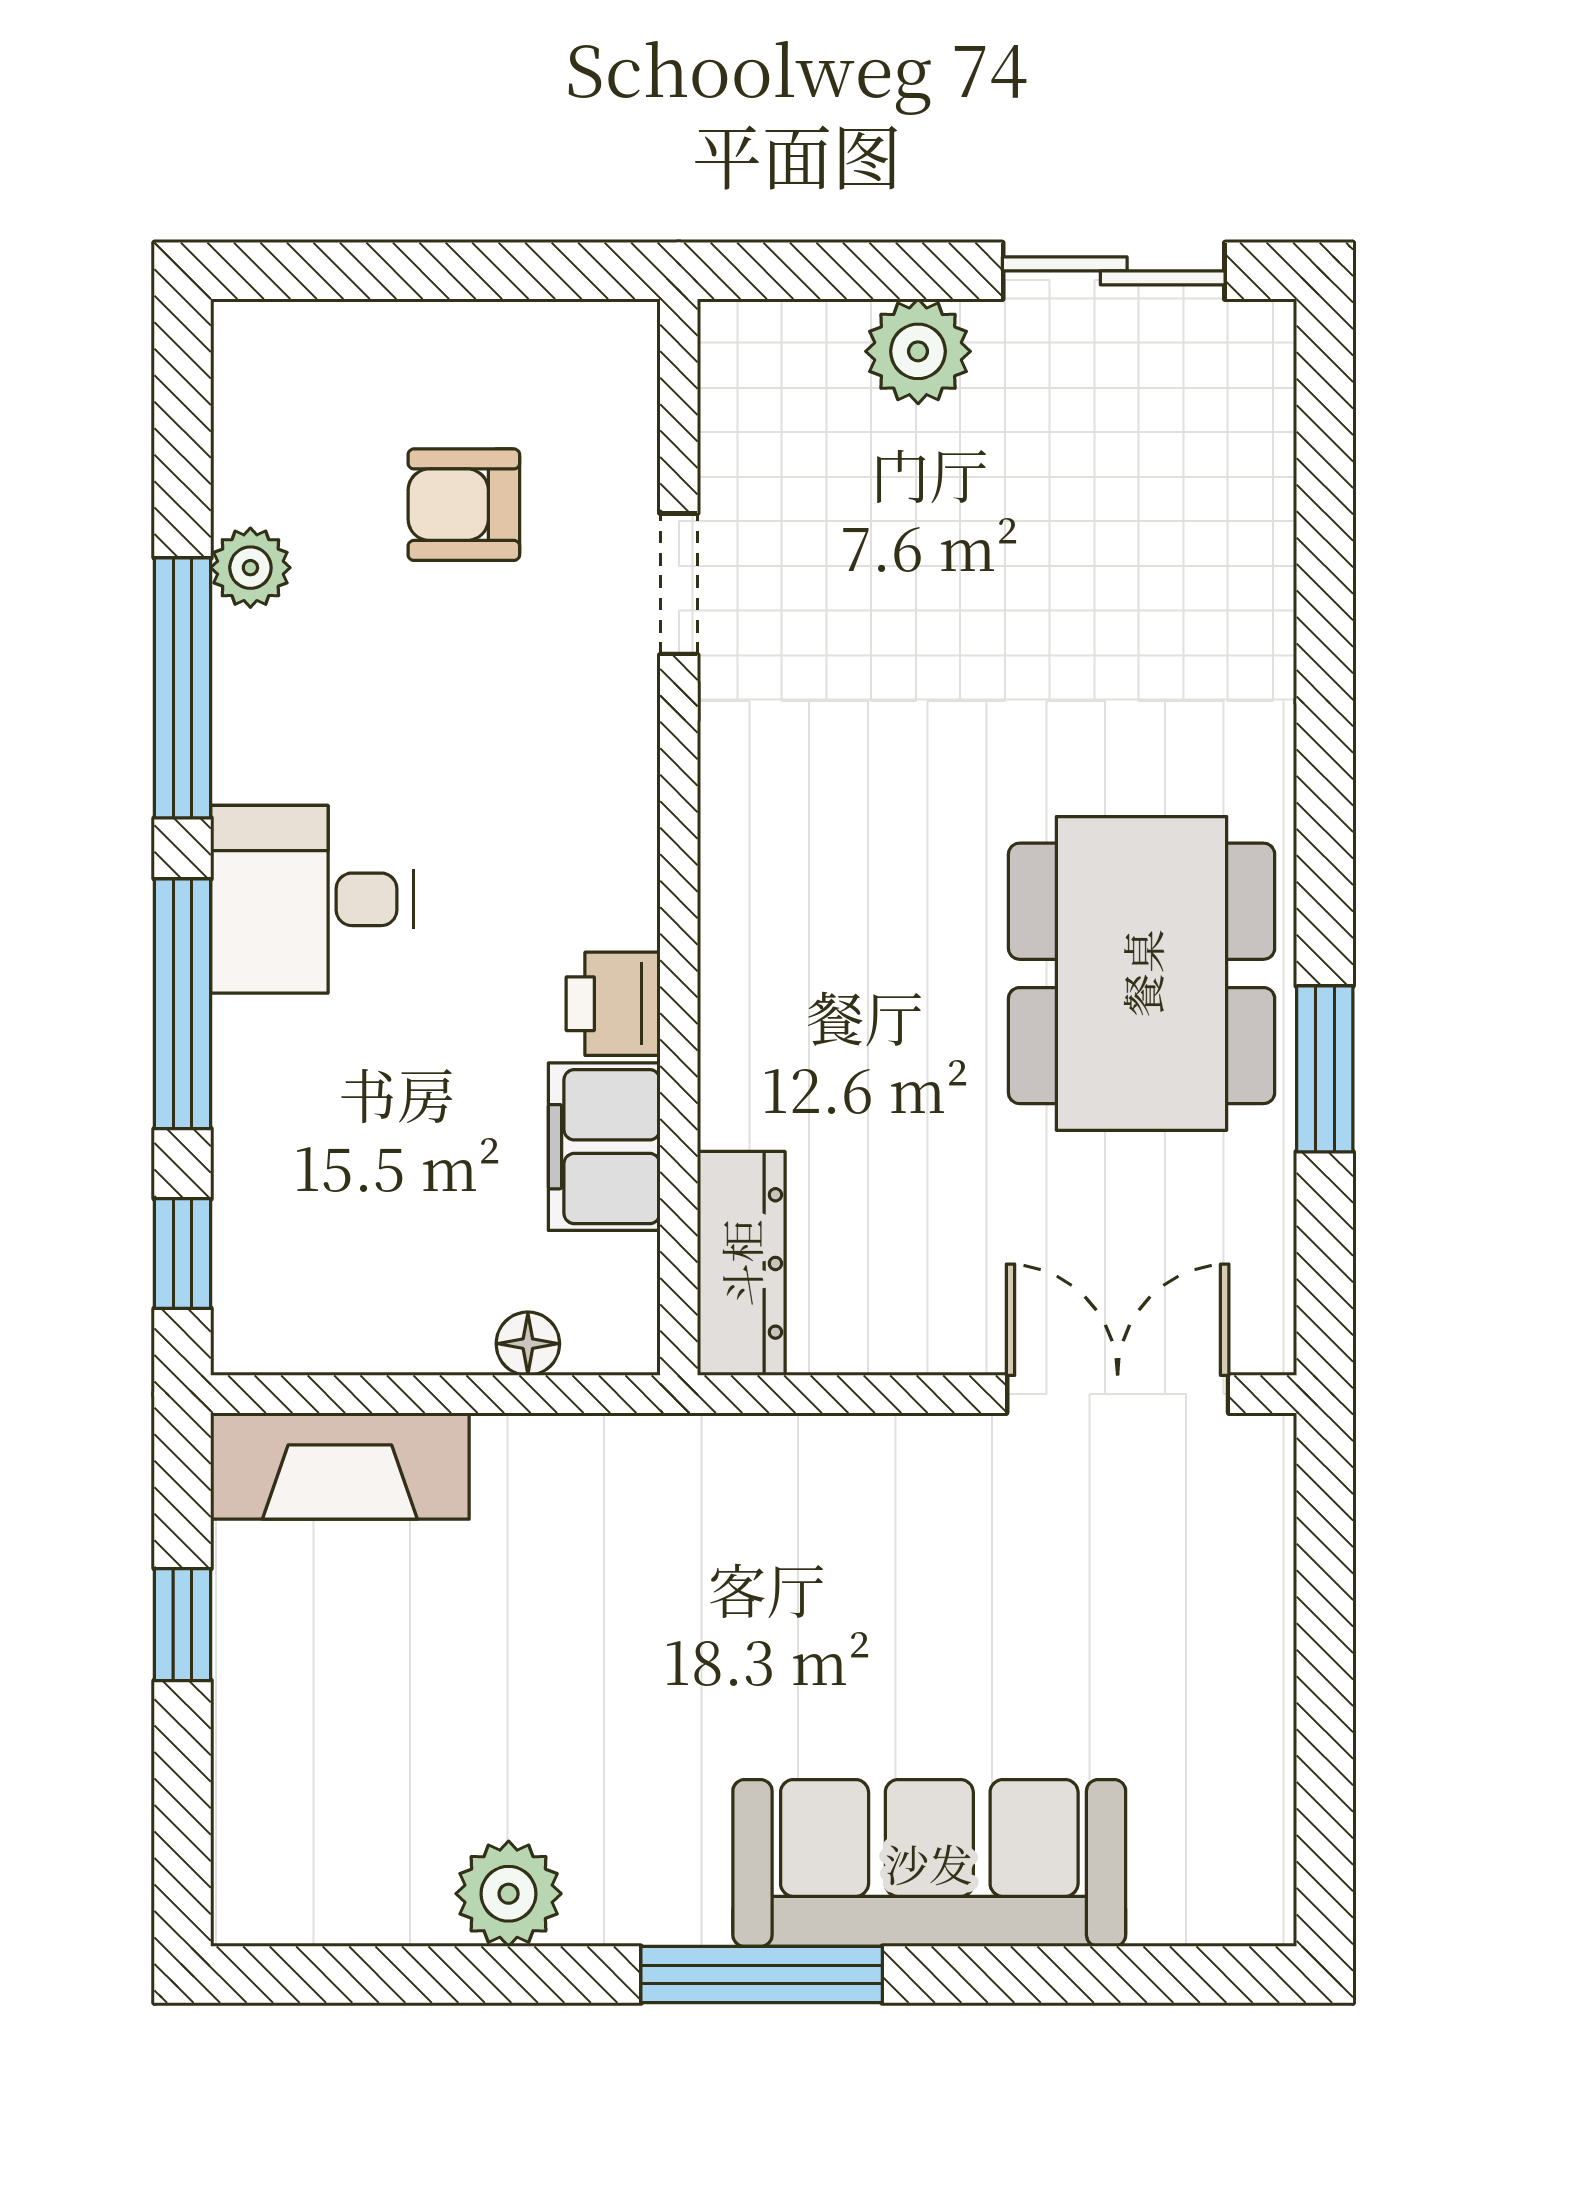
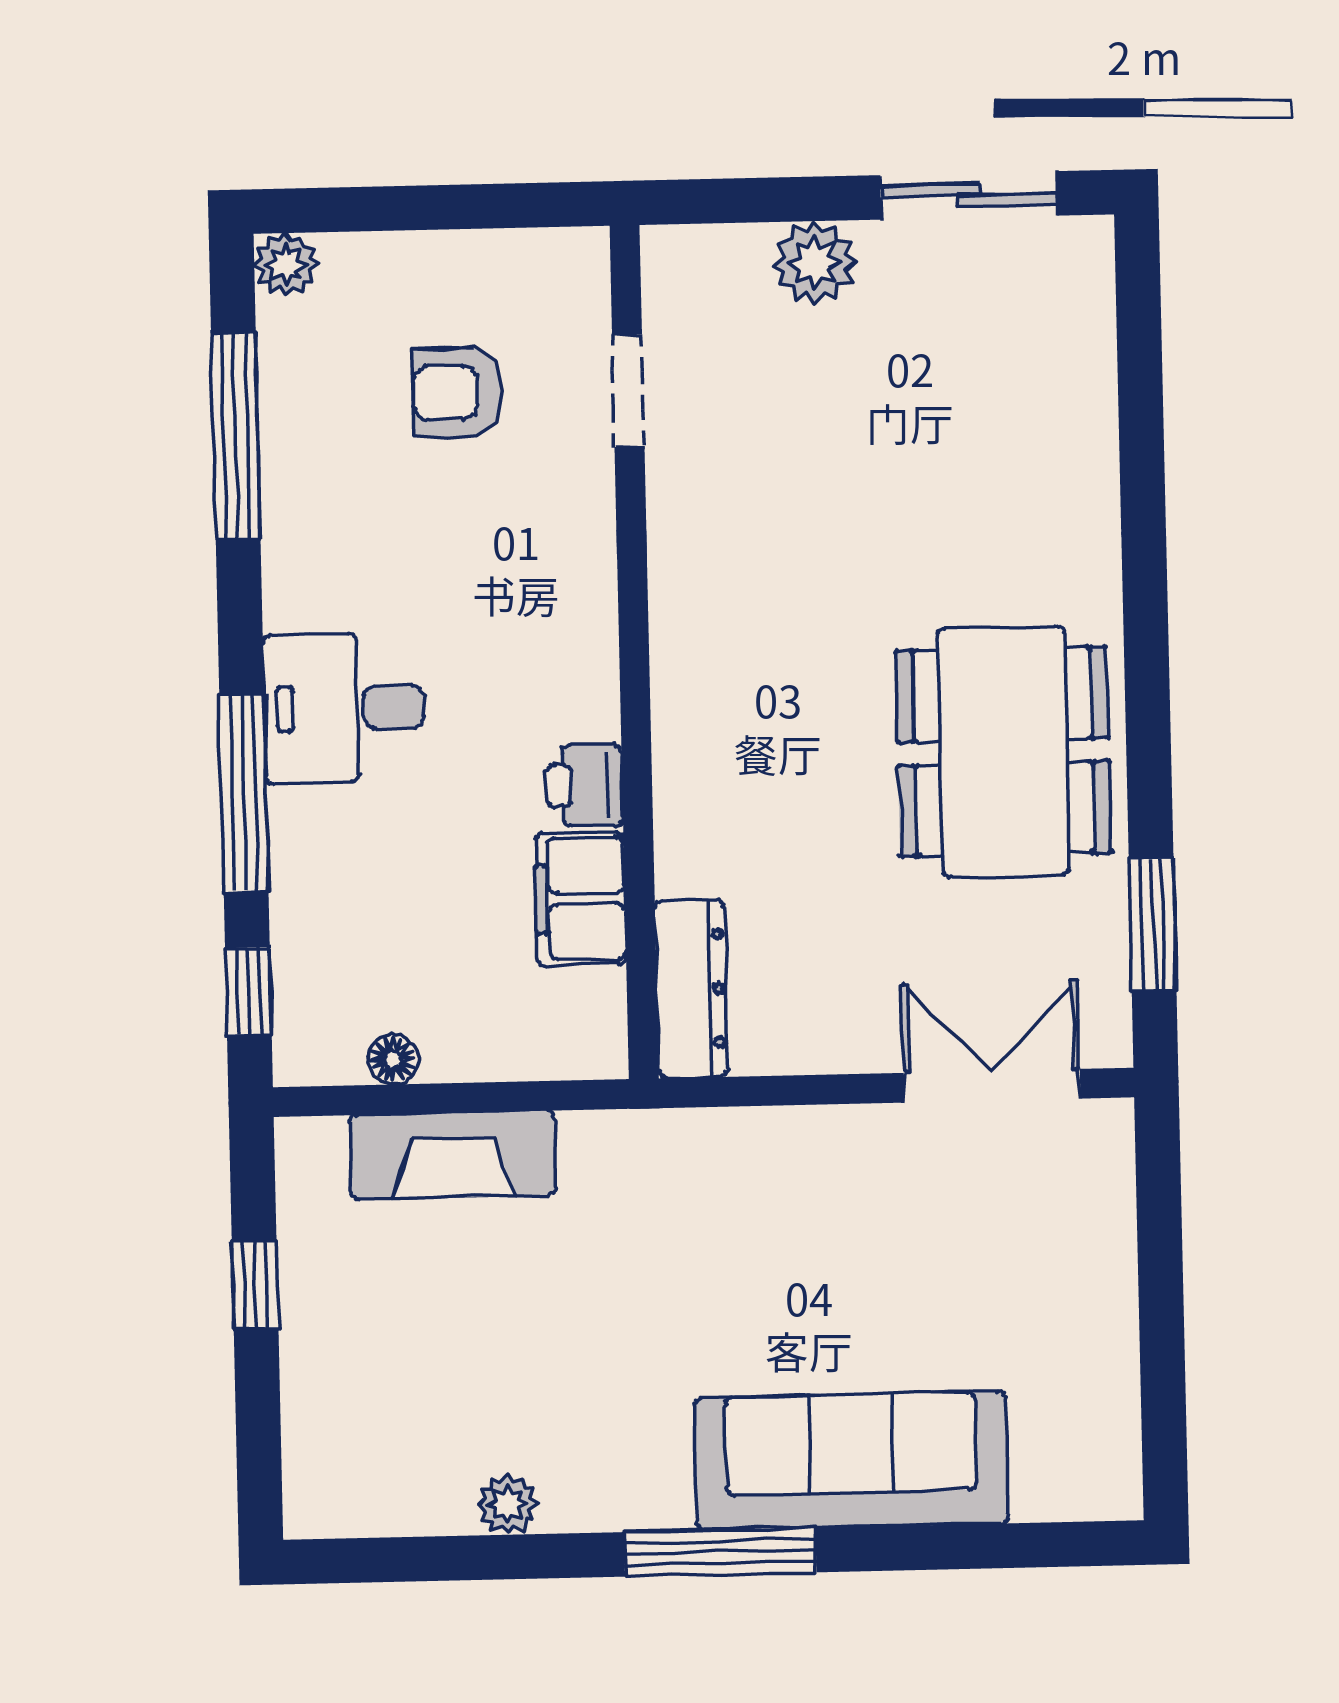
plant: (250, 568) -> (286, 265), moved
doorway: (679, 584) -> (628, 391), moved
window: (183, 688) -> (236, 436), moved
window: (1325, 1069) -> (1153, 925), moved
floor lamp: (528, 1344) -> (393, 1059), moved
fireplace: (340, 1466) -> (453, 1155), moved
plant: (509, 1894) -> (507, 1504), width x0.73, depth x0.73

